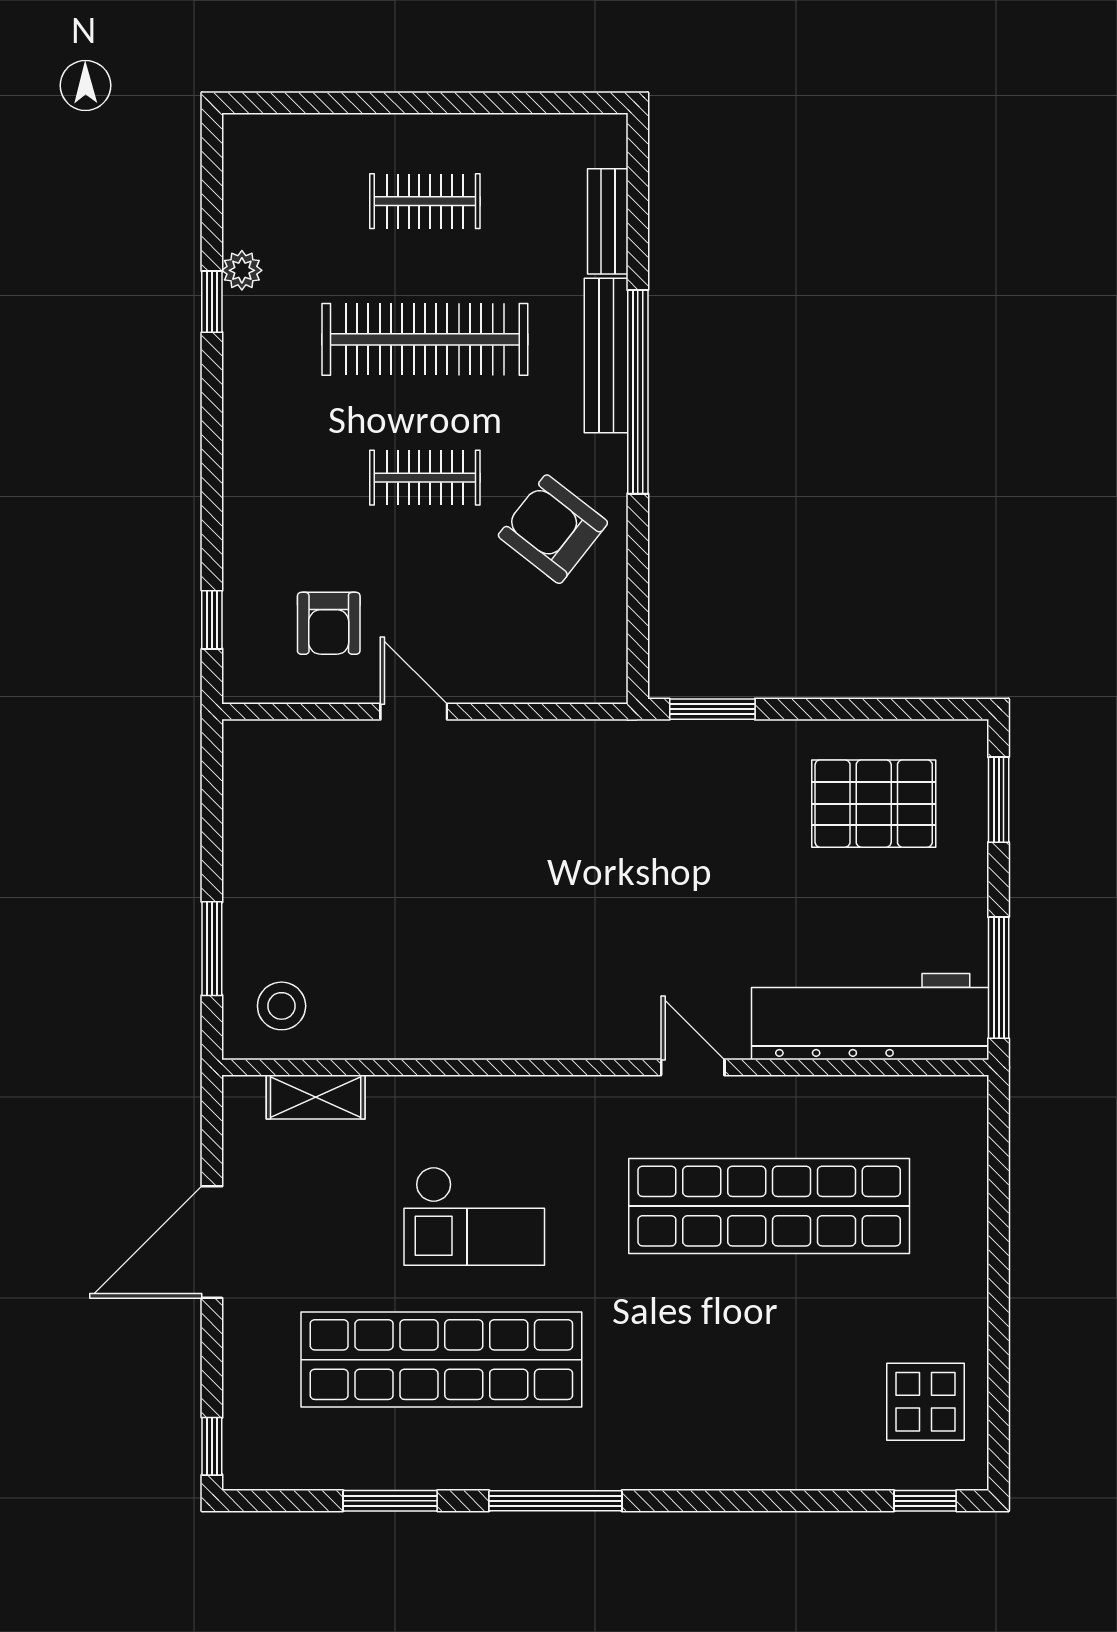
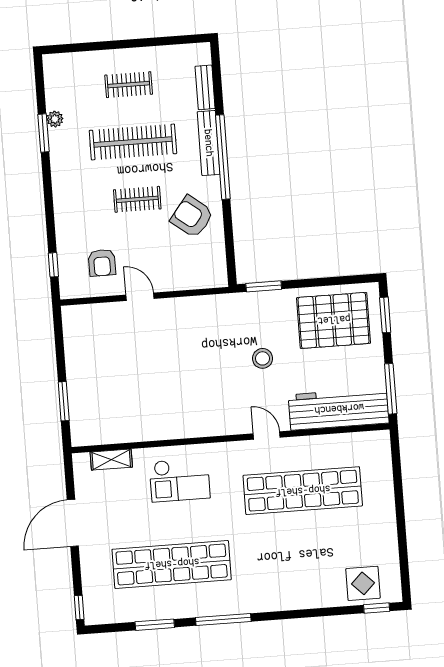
window: (212, 302) -> (43, 133), width x1.50
pallet: (874, 804) -> (334, 320), width x1.37, depth x1.41
stool: (282, 1006) -> (263, 358), moved
checkout: (474, 1216) -> (180, 480), moved
display table: (926, 1402) -> (363, 583), moved

